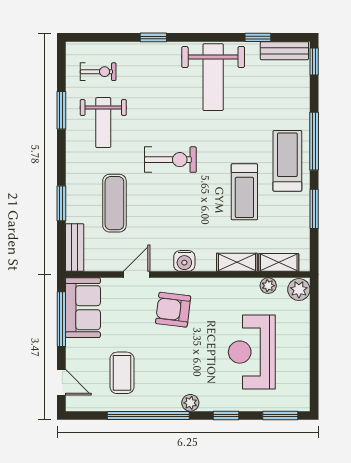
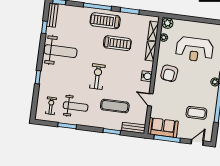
armchair: (173, 310) -> (169, 73), moved

